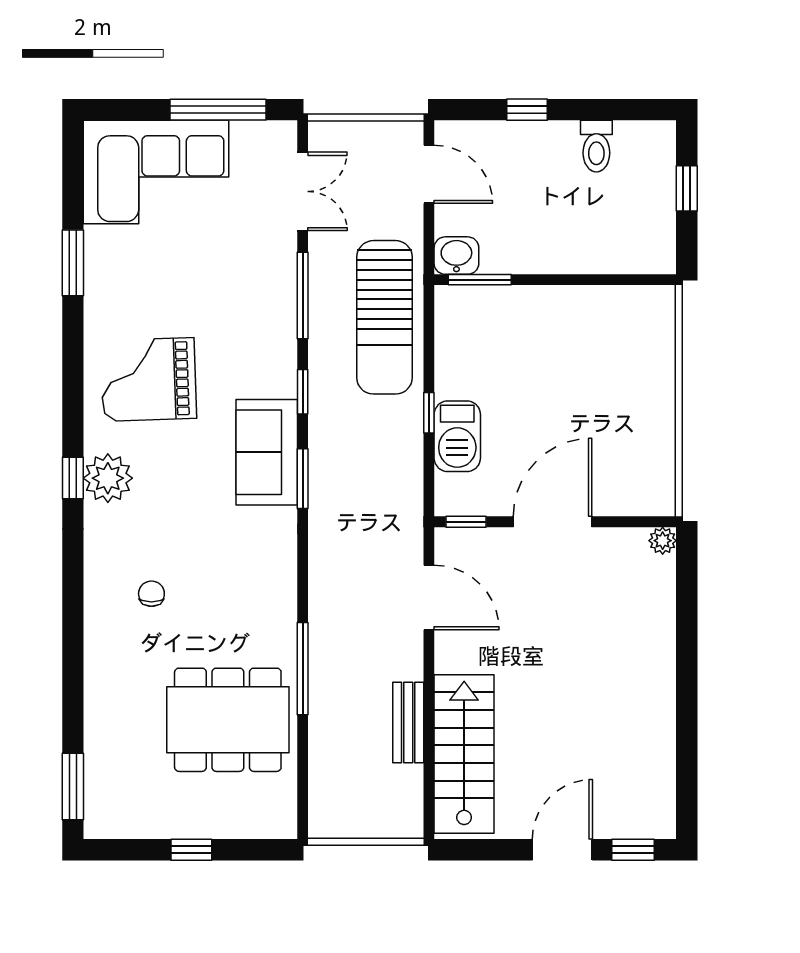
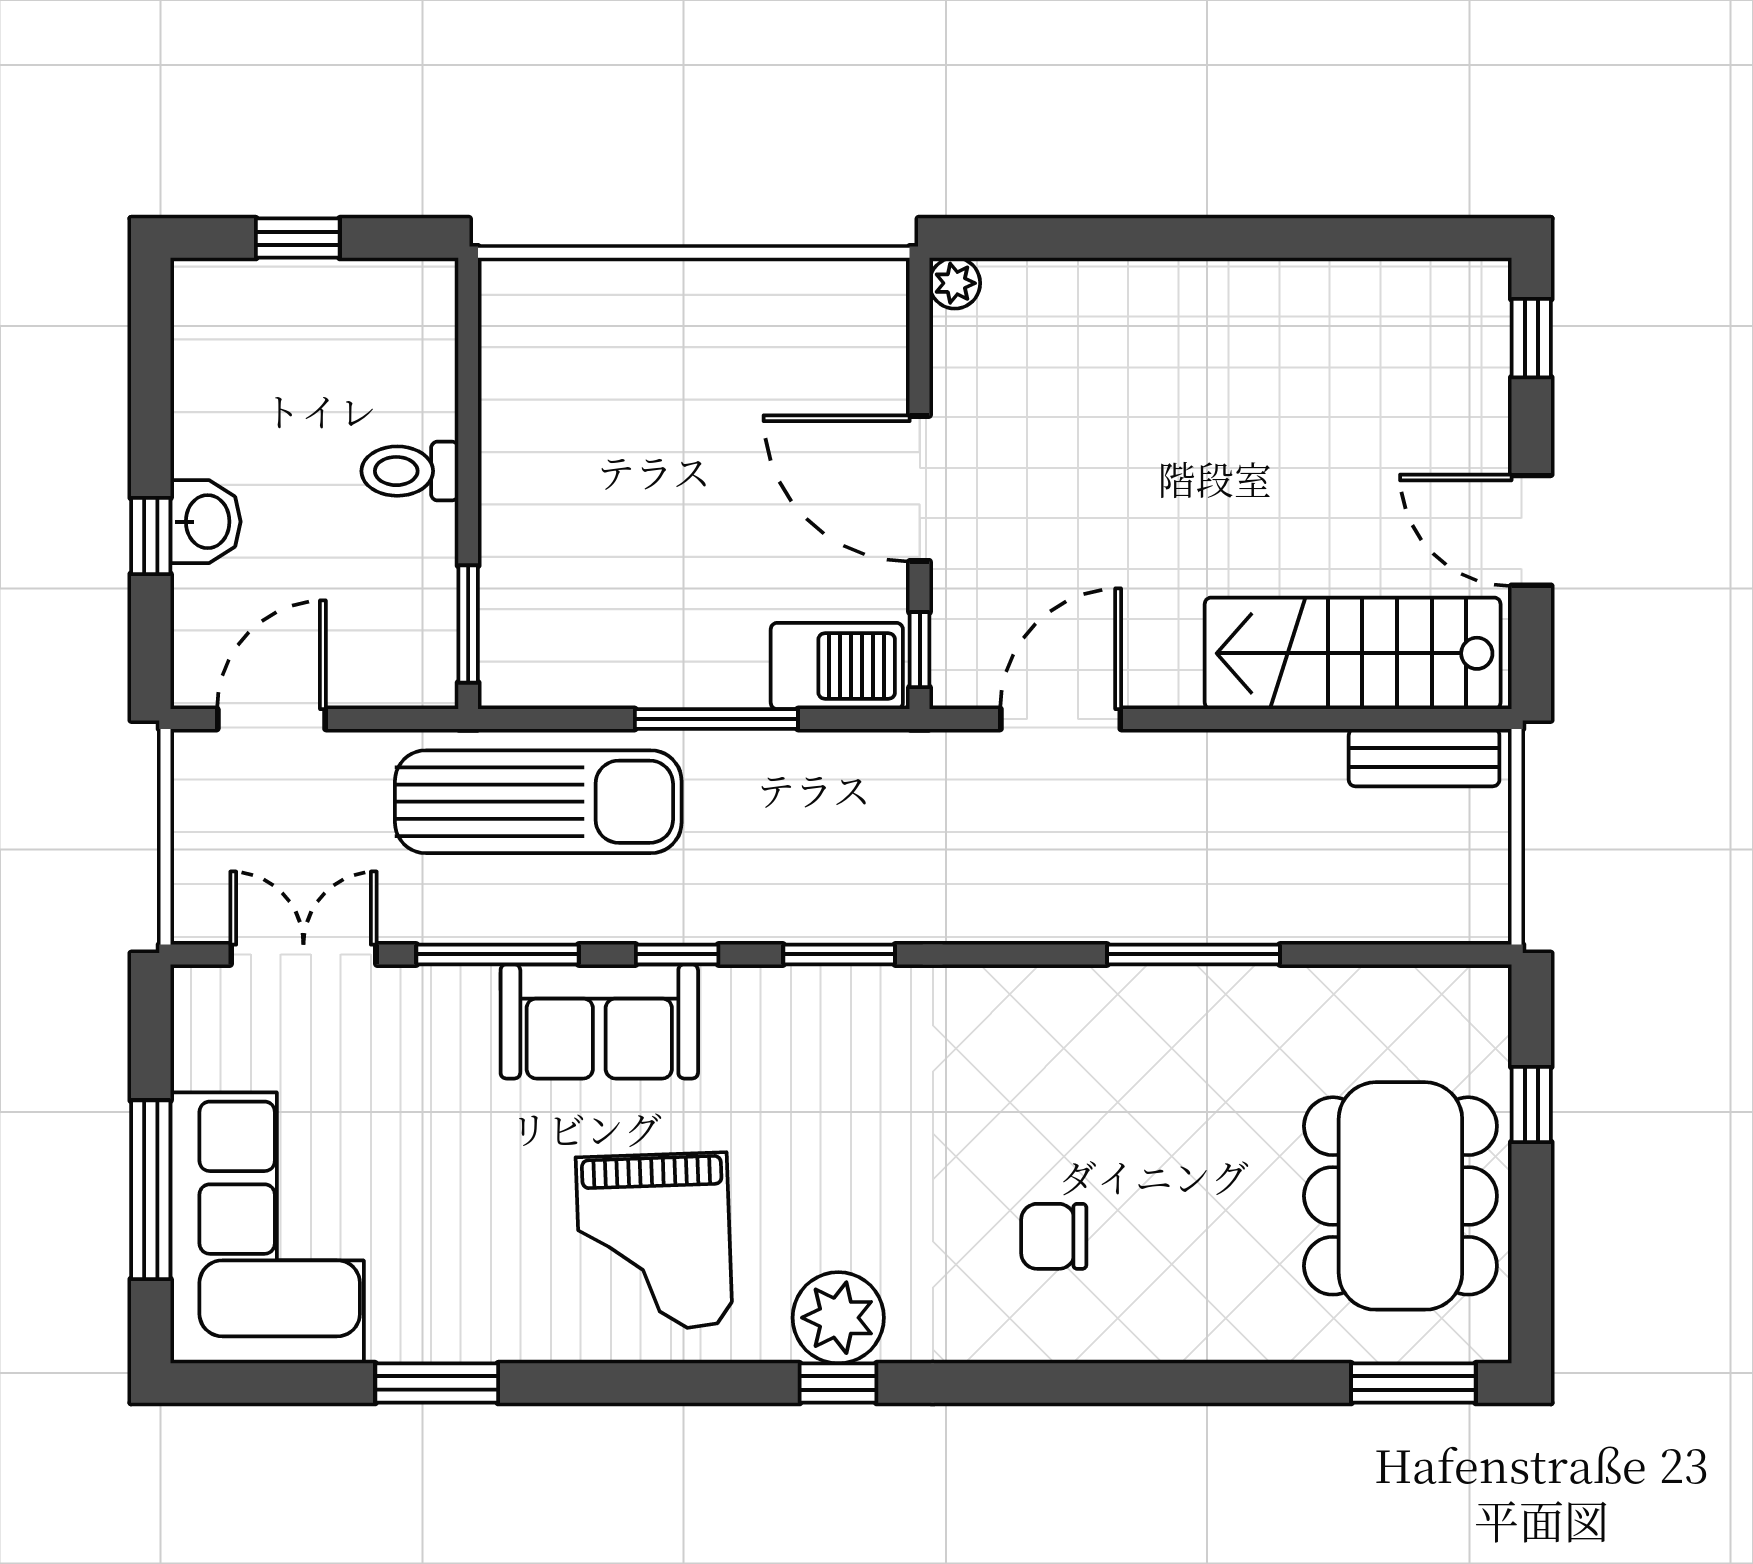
window: (218, 110) -> (151, 1190), moved
toilet: (596, 146) -> (410, 471), moved, turned 180
washbasin: (456, 256) -> (206, 522), moved, turned 180
window: (429, 413) -> (716, 719), width x2.17
barbecue: (457, 436) -> (837, 666), moved
sofa: (267, 452) -> (599, 1021), moved
chair: (151, 594) -> (1054, 1236), width x1.37, depth x1.37
dining table: (228, 720) -> (1400, 1196), moved
bench: (408, 723) -> (1424, 758), moved
window: (191, 850) -> (1531, 1104), moved
door: (562, 850) -> (1531, 530), moved

